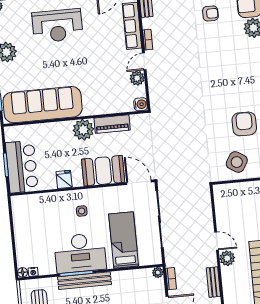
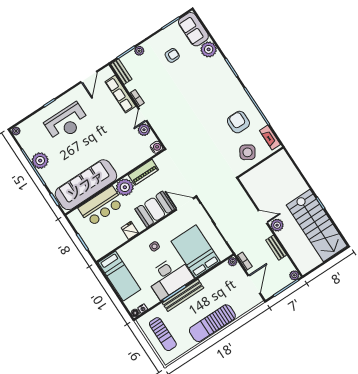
bar counter: (22, 167) -> (101, 206), moved, turned 90
bed: (26, 223) -> (119, 276), added
bed: (124, 240) -> (196, 251), width x1.50

